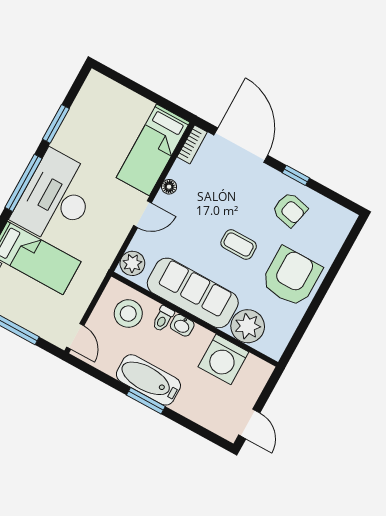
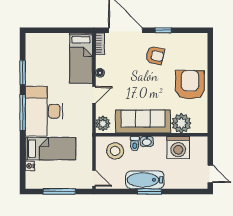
armchair: (290, 210) -> (155, 55), moved
coffee table: (239, 245) -> (153, 83), removed

